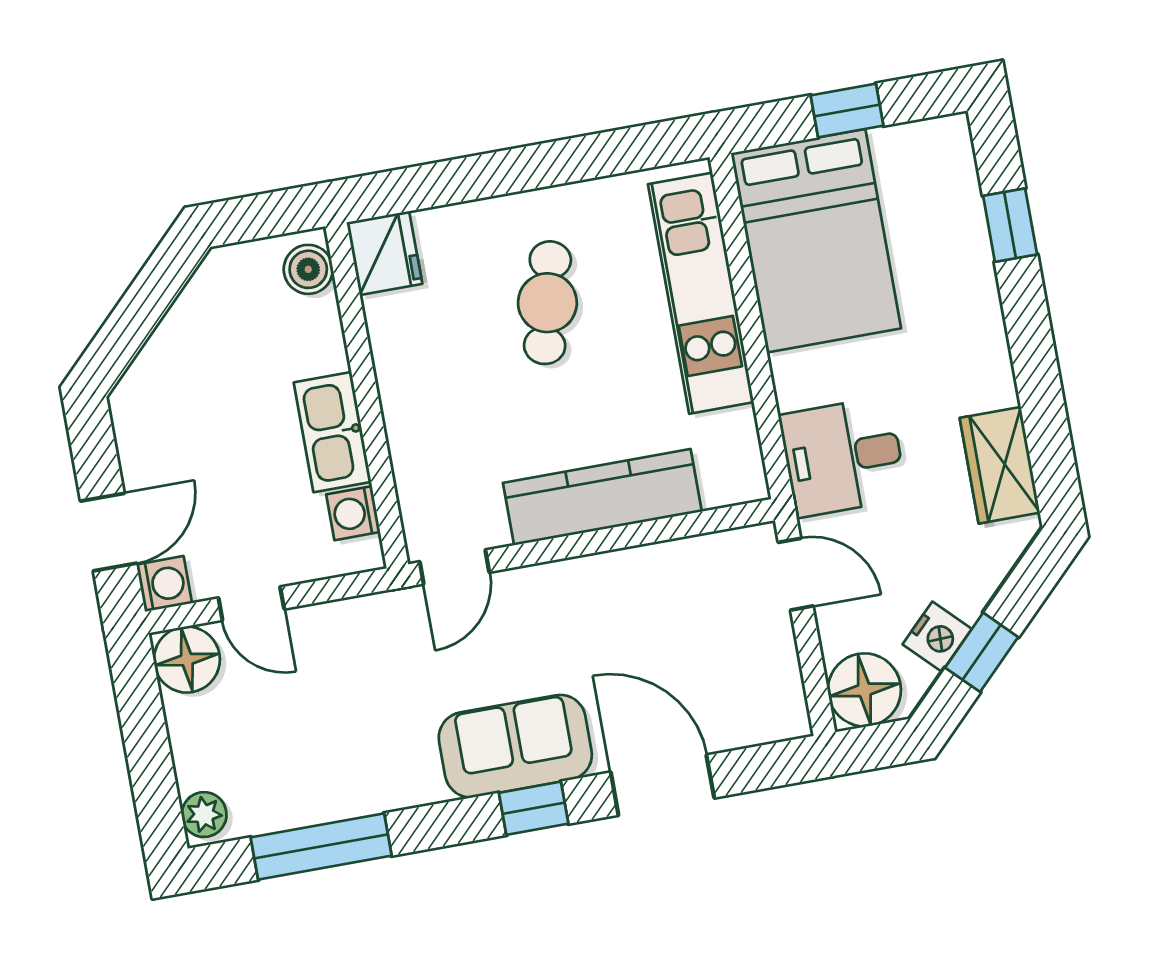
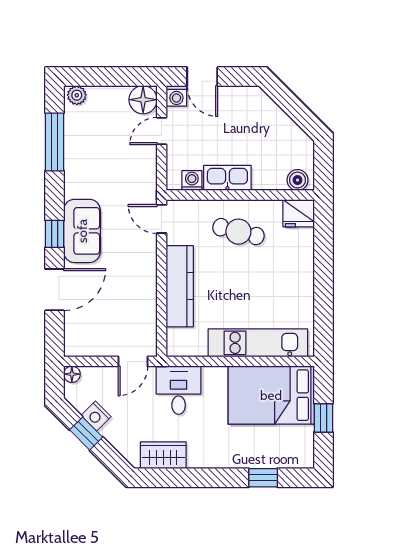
cafe table: (547, 303) -> (238, 232), moved
floor lamp: (864, 690) -> (72, 374), width x0.53, depth x0.53

